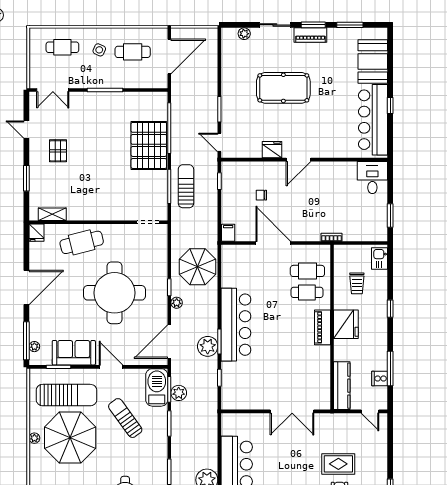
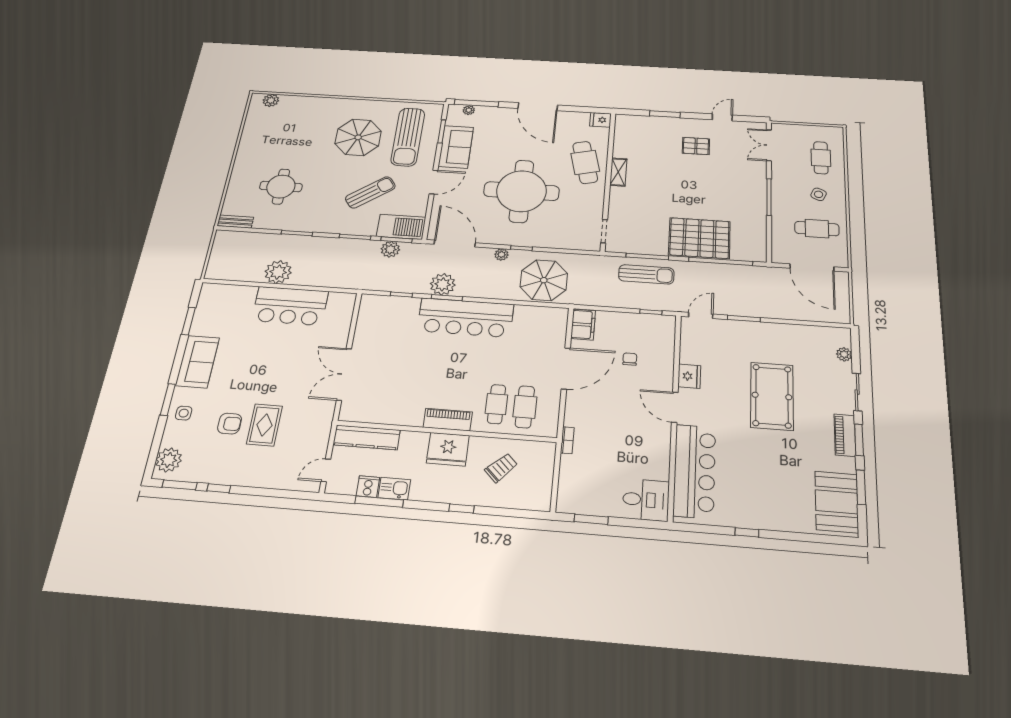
cafe table: (133, 52) -> (817, 229), turned 90
booth: (373, 61) -> (837, 502), moved, turned 90
bar counter: (373, 120) -> (694, 471), moved, turned 90
shelving: (52, 214) -> (618, 172), moved
filing cabinet: (228, 233) -> (583, 325), width x2.00
kitchen sink: (380, 258) -> (394, 489), moved
trolley: (357, 283) -> (501, 468), turned 135
plant: (34, 438) -> (364, 104), removed
parasol: (70, 438) -> (358, 137), width x0.73, depth x0.73

